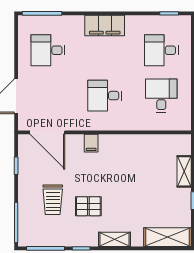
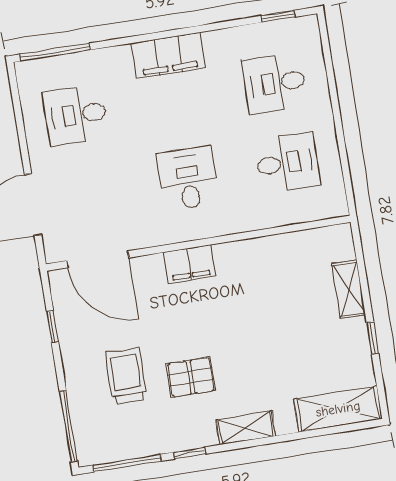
desk: (105, 96) -> (188, 179), turned 90
desk: (161, 96) -> (287, 163), turned 90
filing cabinet: (91, 143) -> (189, 264), width x2.00
trolley: (53, 200) -> (126, 376), turned 180

